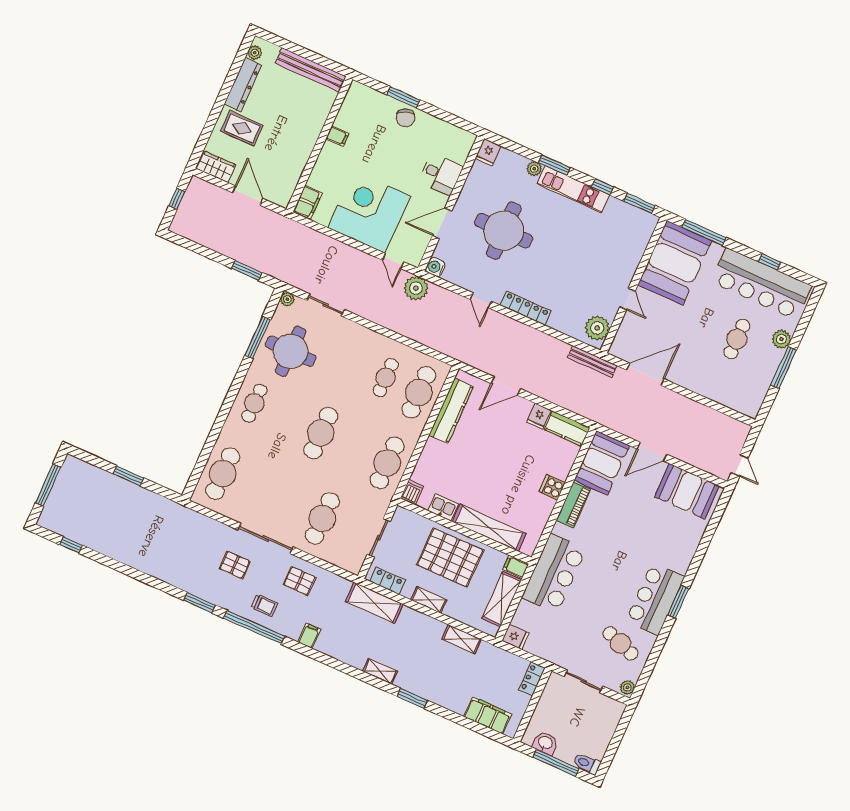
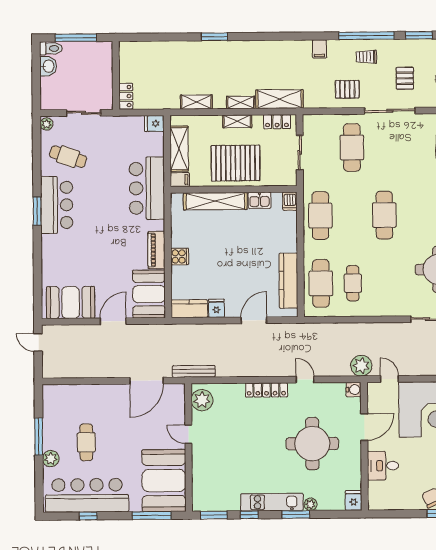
pallet: (235, 565) -> (405, 78), turned 90
shelving: (380, 671) -> (241, 102), moved
filing cabinet: (488, 715) -> (148, 51), removed
washbasin: (545, 743) -> (48, 66), moved, turned -90

